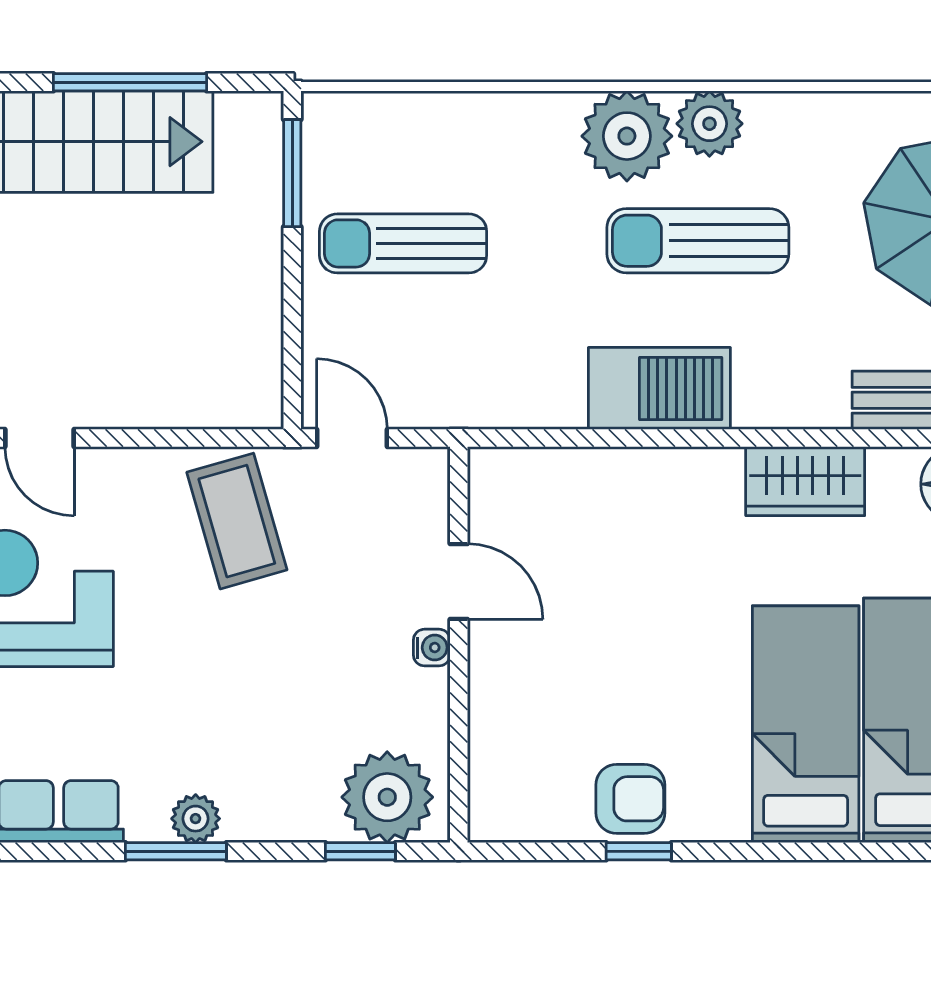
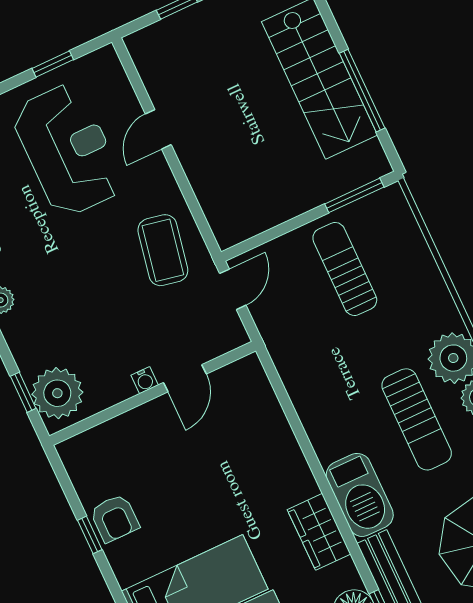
sun lounger: (698, 241) -> (417, 419), turned 180
barbecue: (659, 388) -> (360, 495), moved
coffee table: (237, 521) -> (163, 250), turned -63

